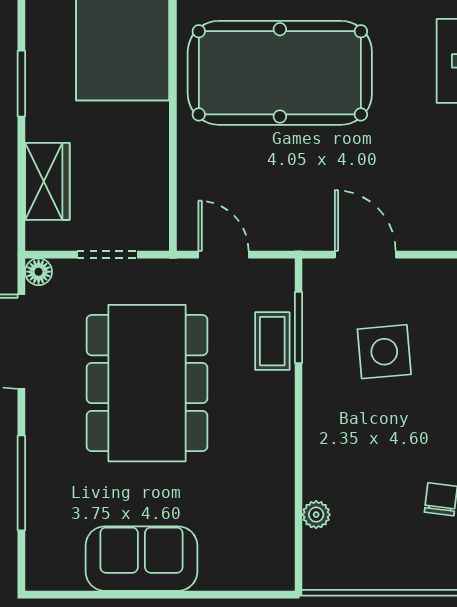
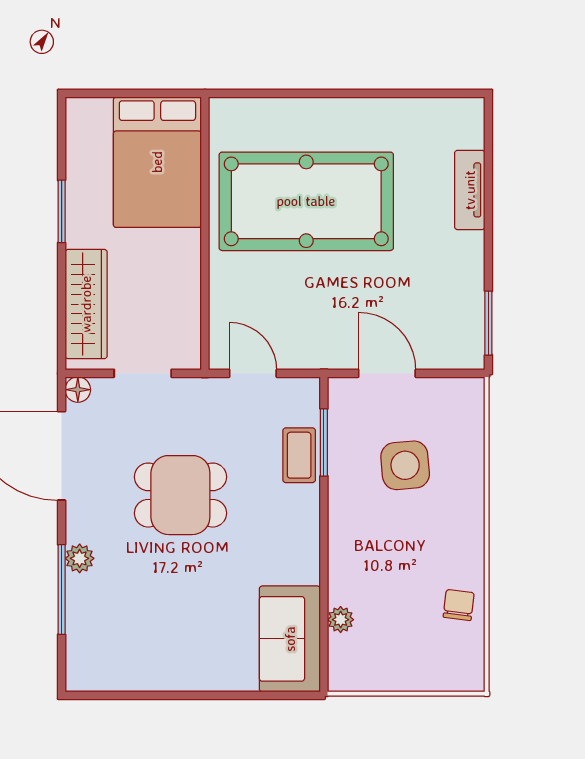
wardrobe: (47, 181) -> (86, 304), width x1.50
dining table: (147, 383) -> (180, 495), width x0.53, depth x0.80
plant: (40, 450) -> (80, 558), added
sofa: (141, 559) -> (290, 639), moved, turned -90

